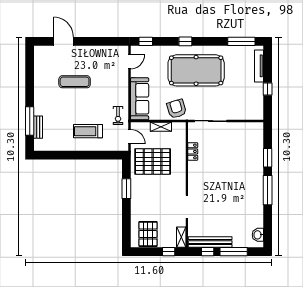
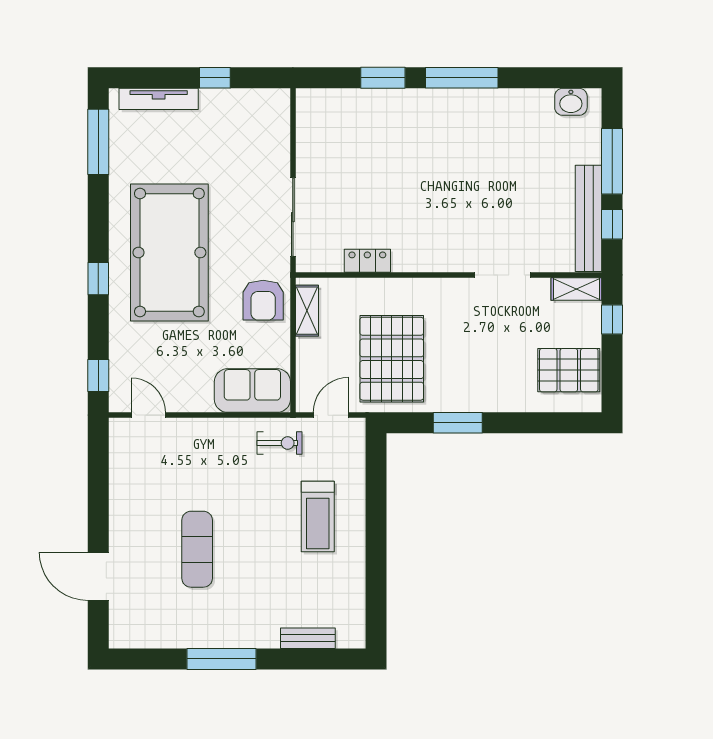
door: (63, 41) -> (98, 576), hinge flipped
sofa: (140, 99) -> (252, 391), width x0.73
armchair: (177, 109) -> (263, 300), turned -73
window: (30, 121) -> (221, 659), moved
shelving: (161, 127) -> (307, 311), moved

